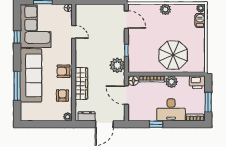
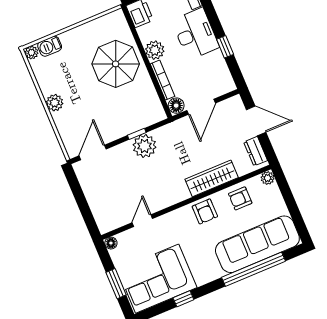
plant: (117, 65) -> (145, 146), moved
sofa: (31, 75) -> (257, 244), moved
window: (17, 86) -> (254, 269), width x1.46

